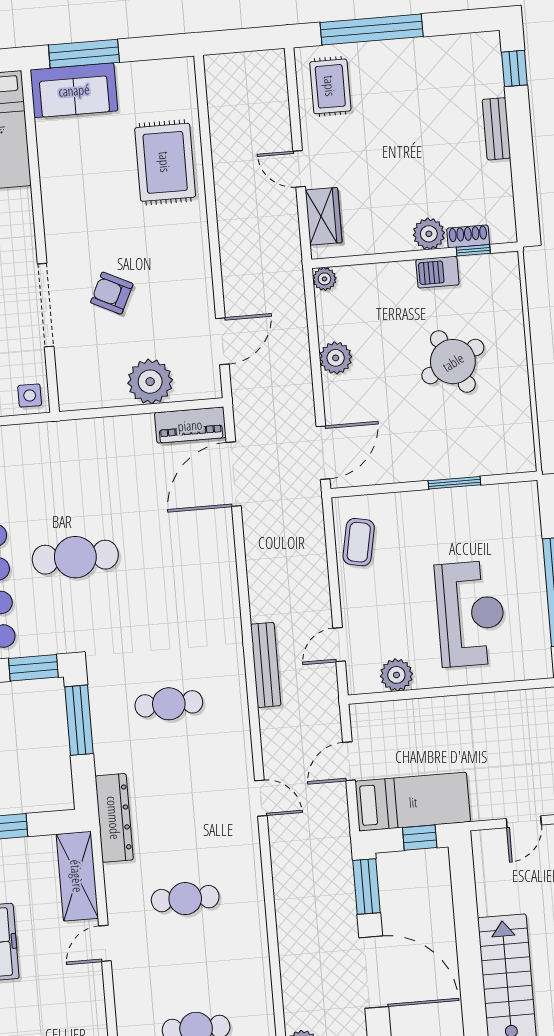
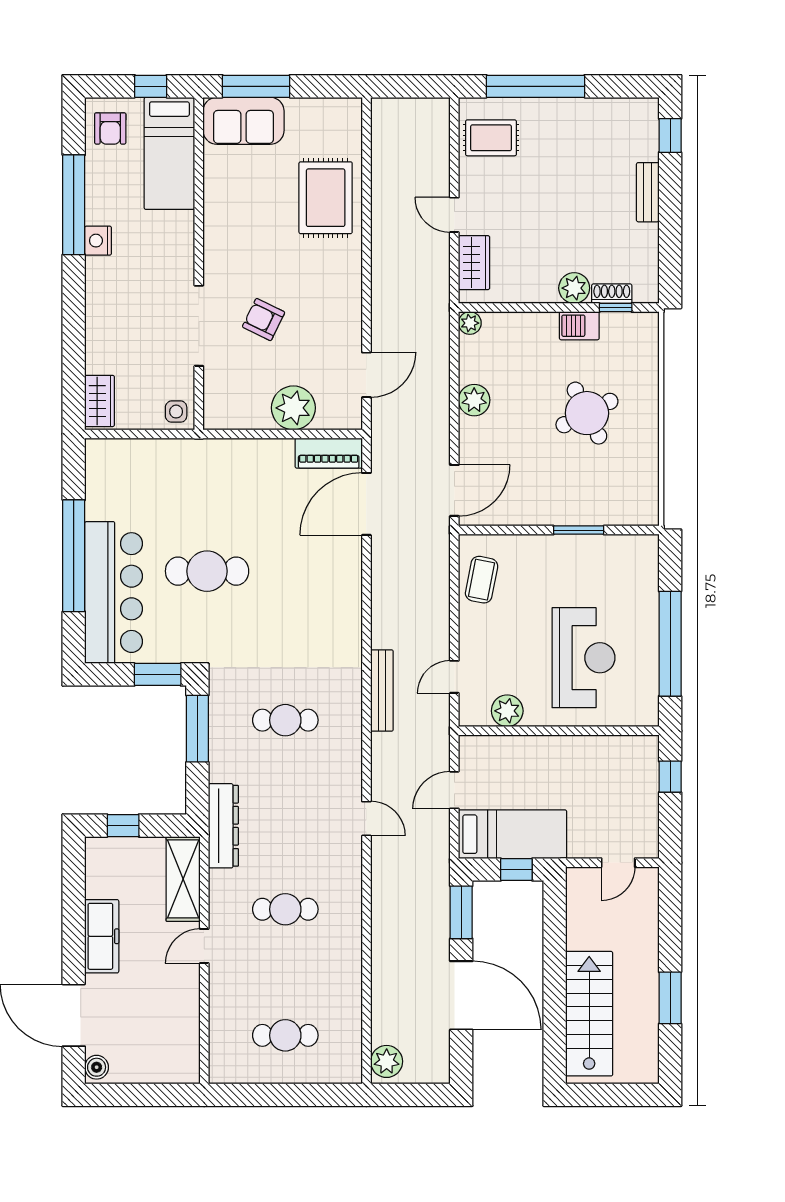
rug: (330, 86) -> (491, 138), turned 90

